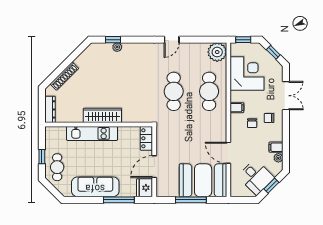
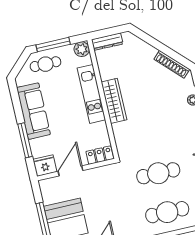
shoe rack: (64, 76) -> (172, 64), moved
plant: (51, 133) -> (82, 49), added
window: (42, 157) -> (53, 45), width x2.17
door: (154, 167) -> (71, 171), hinge flipped

